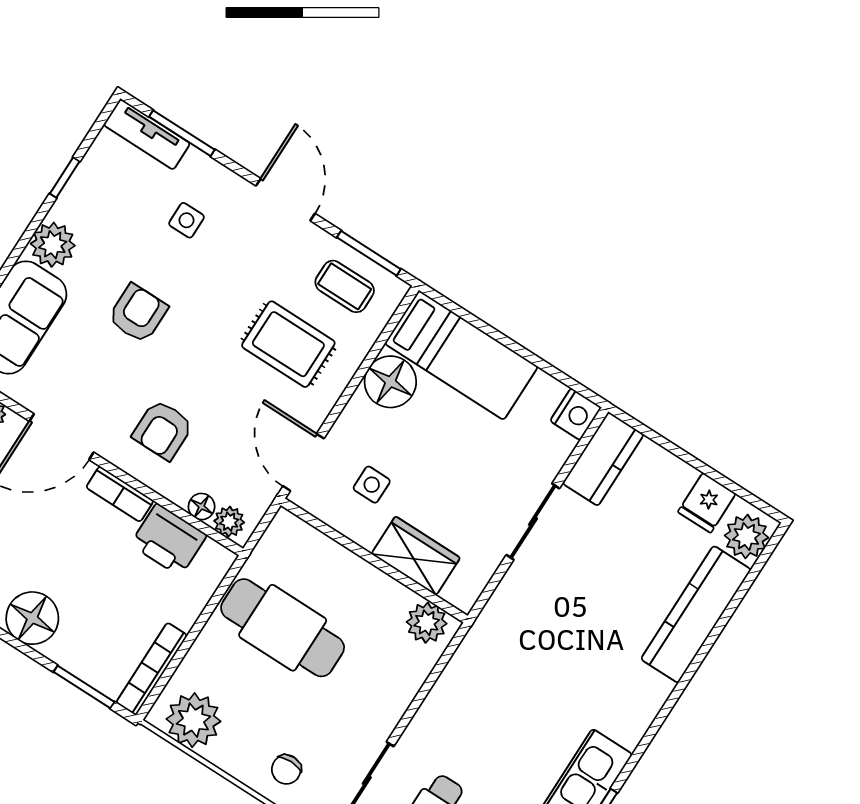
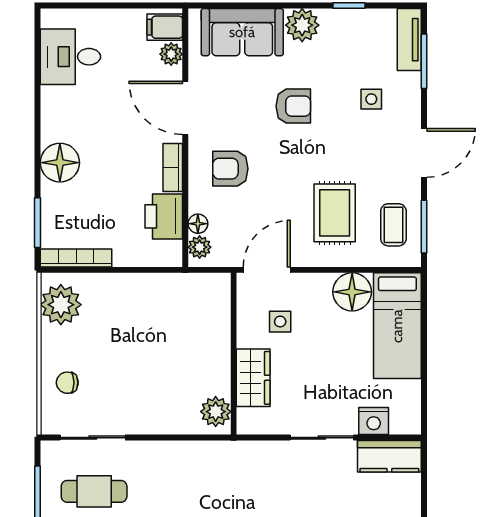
nightstand: (576, 414) -> (374, 421), moved
cafe table: (283, 628) -> (155, 323), removed

